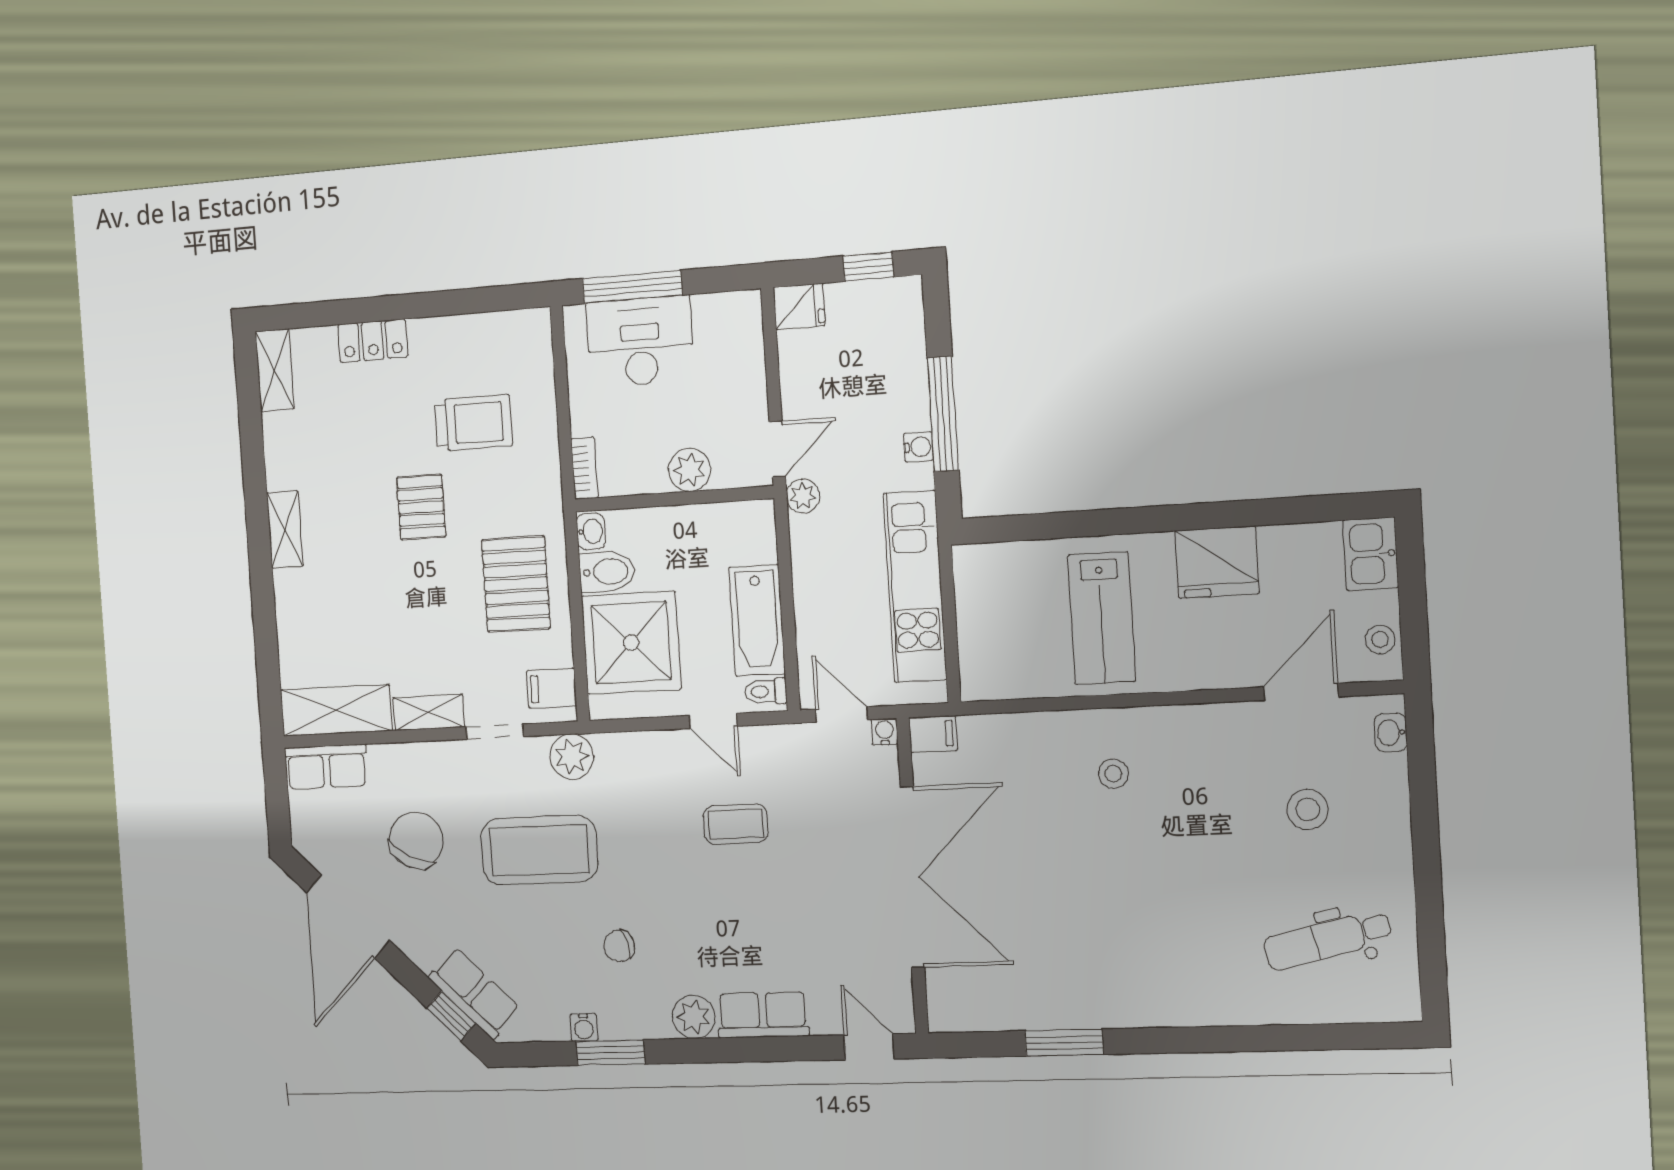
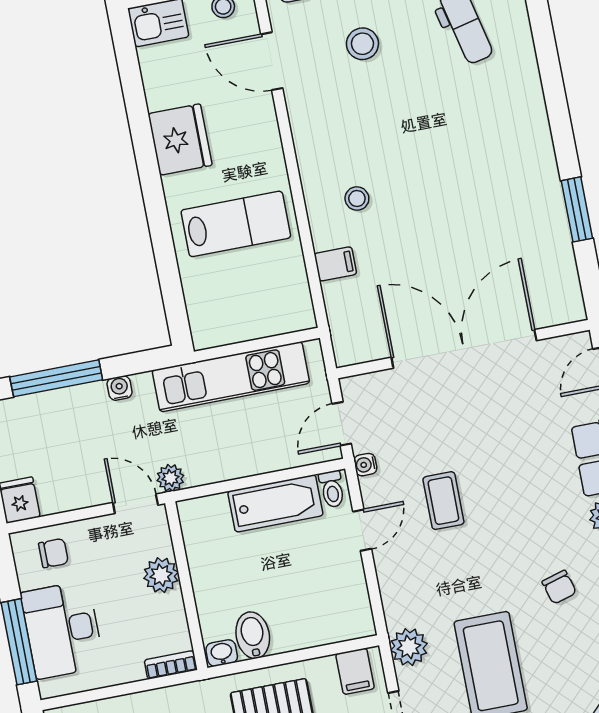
chair: (731, 341) -> (53, 553), added
window: (943, 414) -> (56, 378), moved
shower: (631, 643) -> (308, 607), removed
water cooler: (885, 732) -> (365, 465), moved
filing cabinet: (933, 734) -> (335, 264), moved, turned 90

